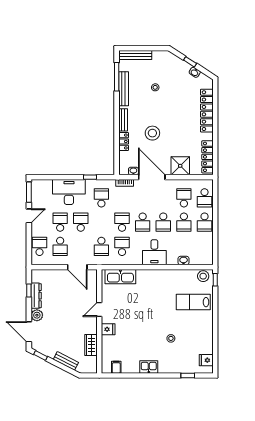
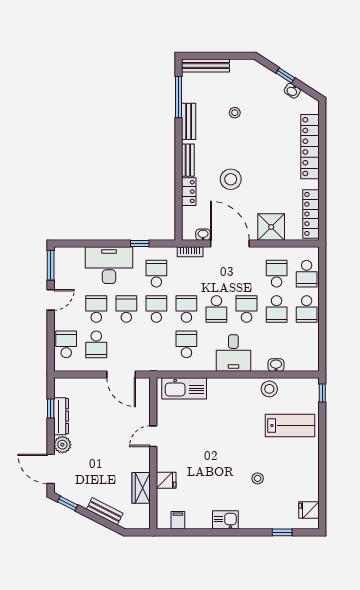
bench: (124, 89) -> (189, 121), width x0.73
school desk: (163, 222) -> (247, 309), turned 180
school desk: (101, 246) -> (156, 309), moved, turned 180
stool: (203, 276) -> (269, 389), moved
lab bench: (193, 302) -> (290, 426), turned 180
fridge: (108, 329) -> (166, 480), moved

